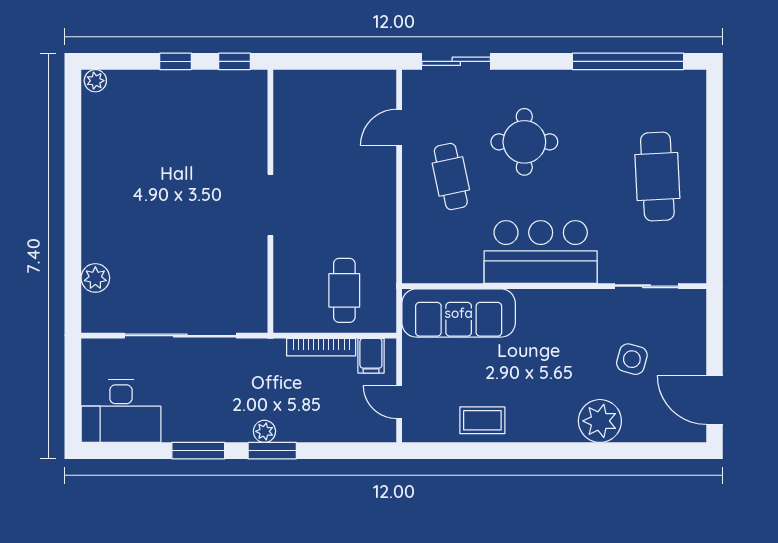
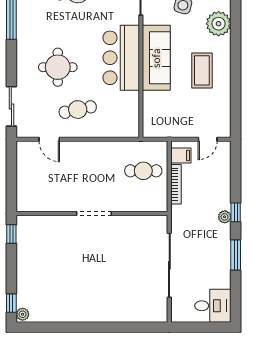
window: (176, 61) -> (11, 303), moved
plant: (95, 278) -> (136, 314), removed
sofa: (459, 313) -> (156, 58), moved
desk: (121, 411) -> (213, 306), width x0.73
coffee table: (482, 420) -> (202, 70), moved, width x1.36, depth x1.30
window: (272, 451) -> (236, 212), width x0.67

